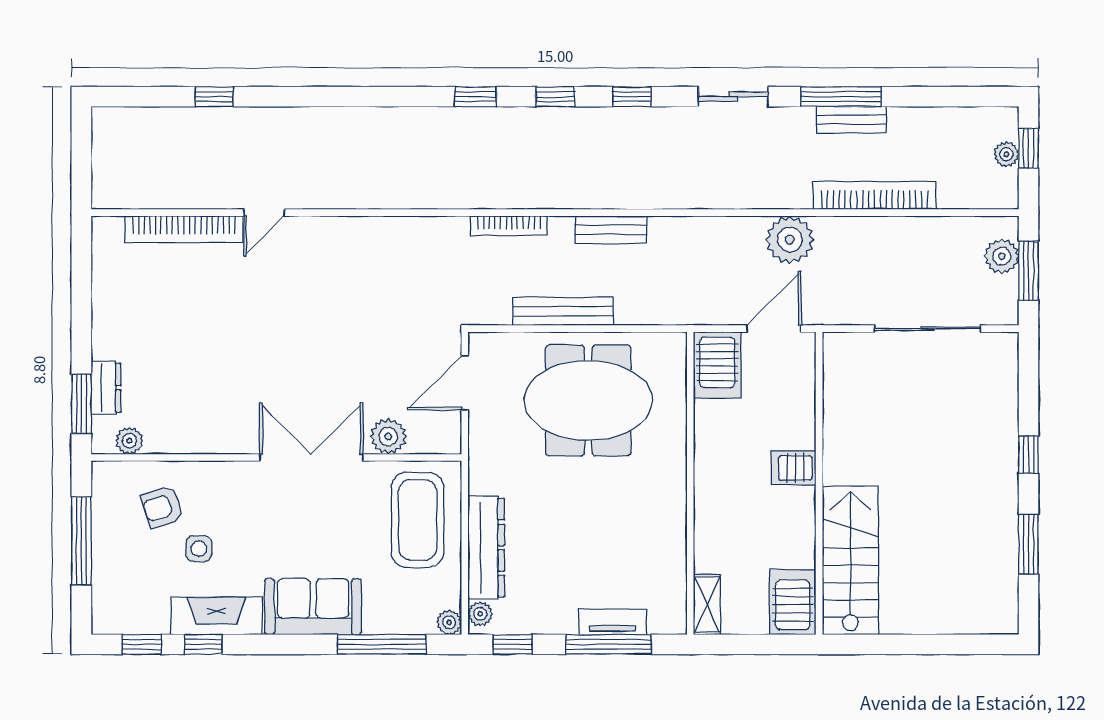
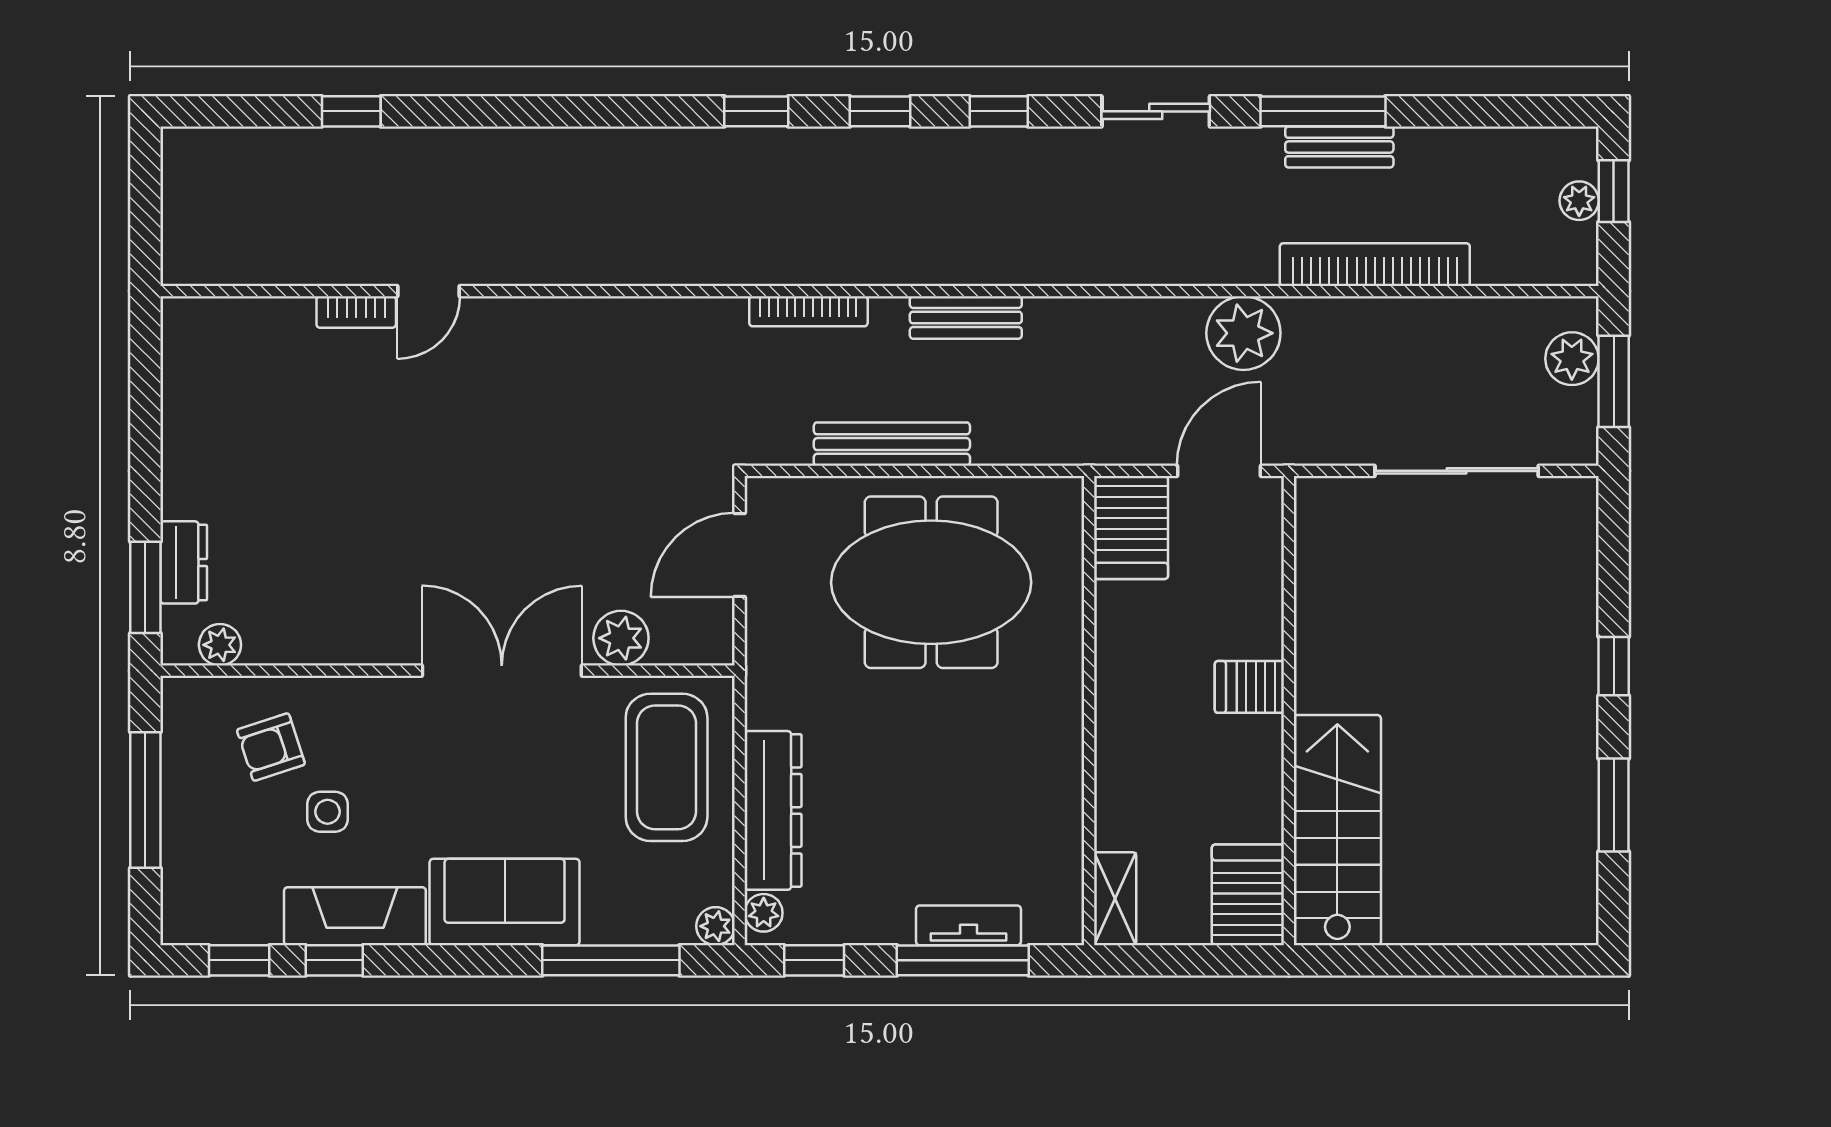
bookcase: (184, 229) -> (356, 312), width x0.43, depth x0.76

